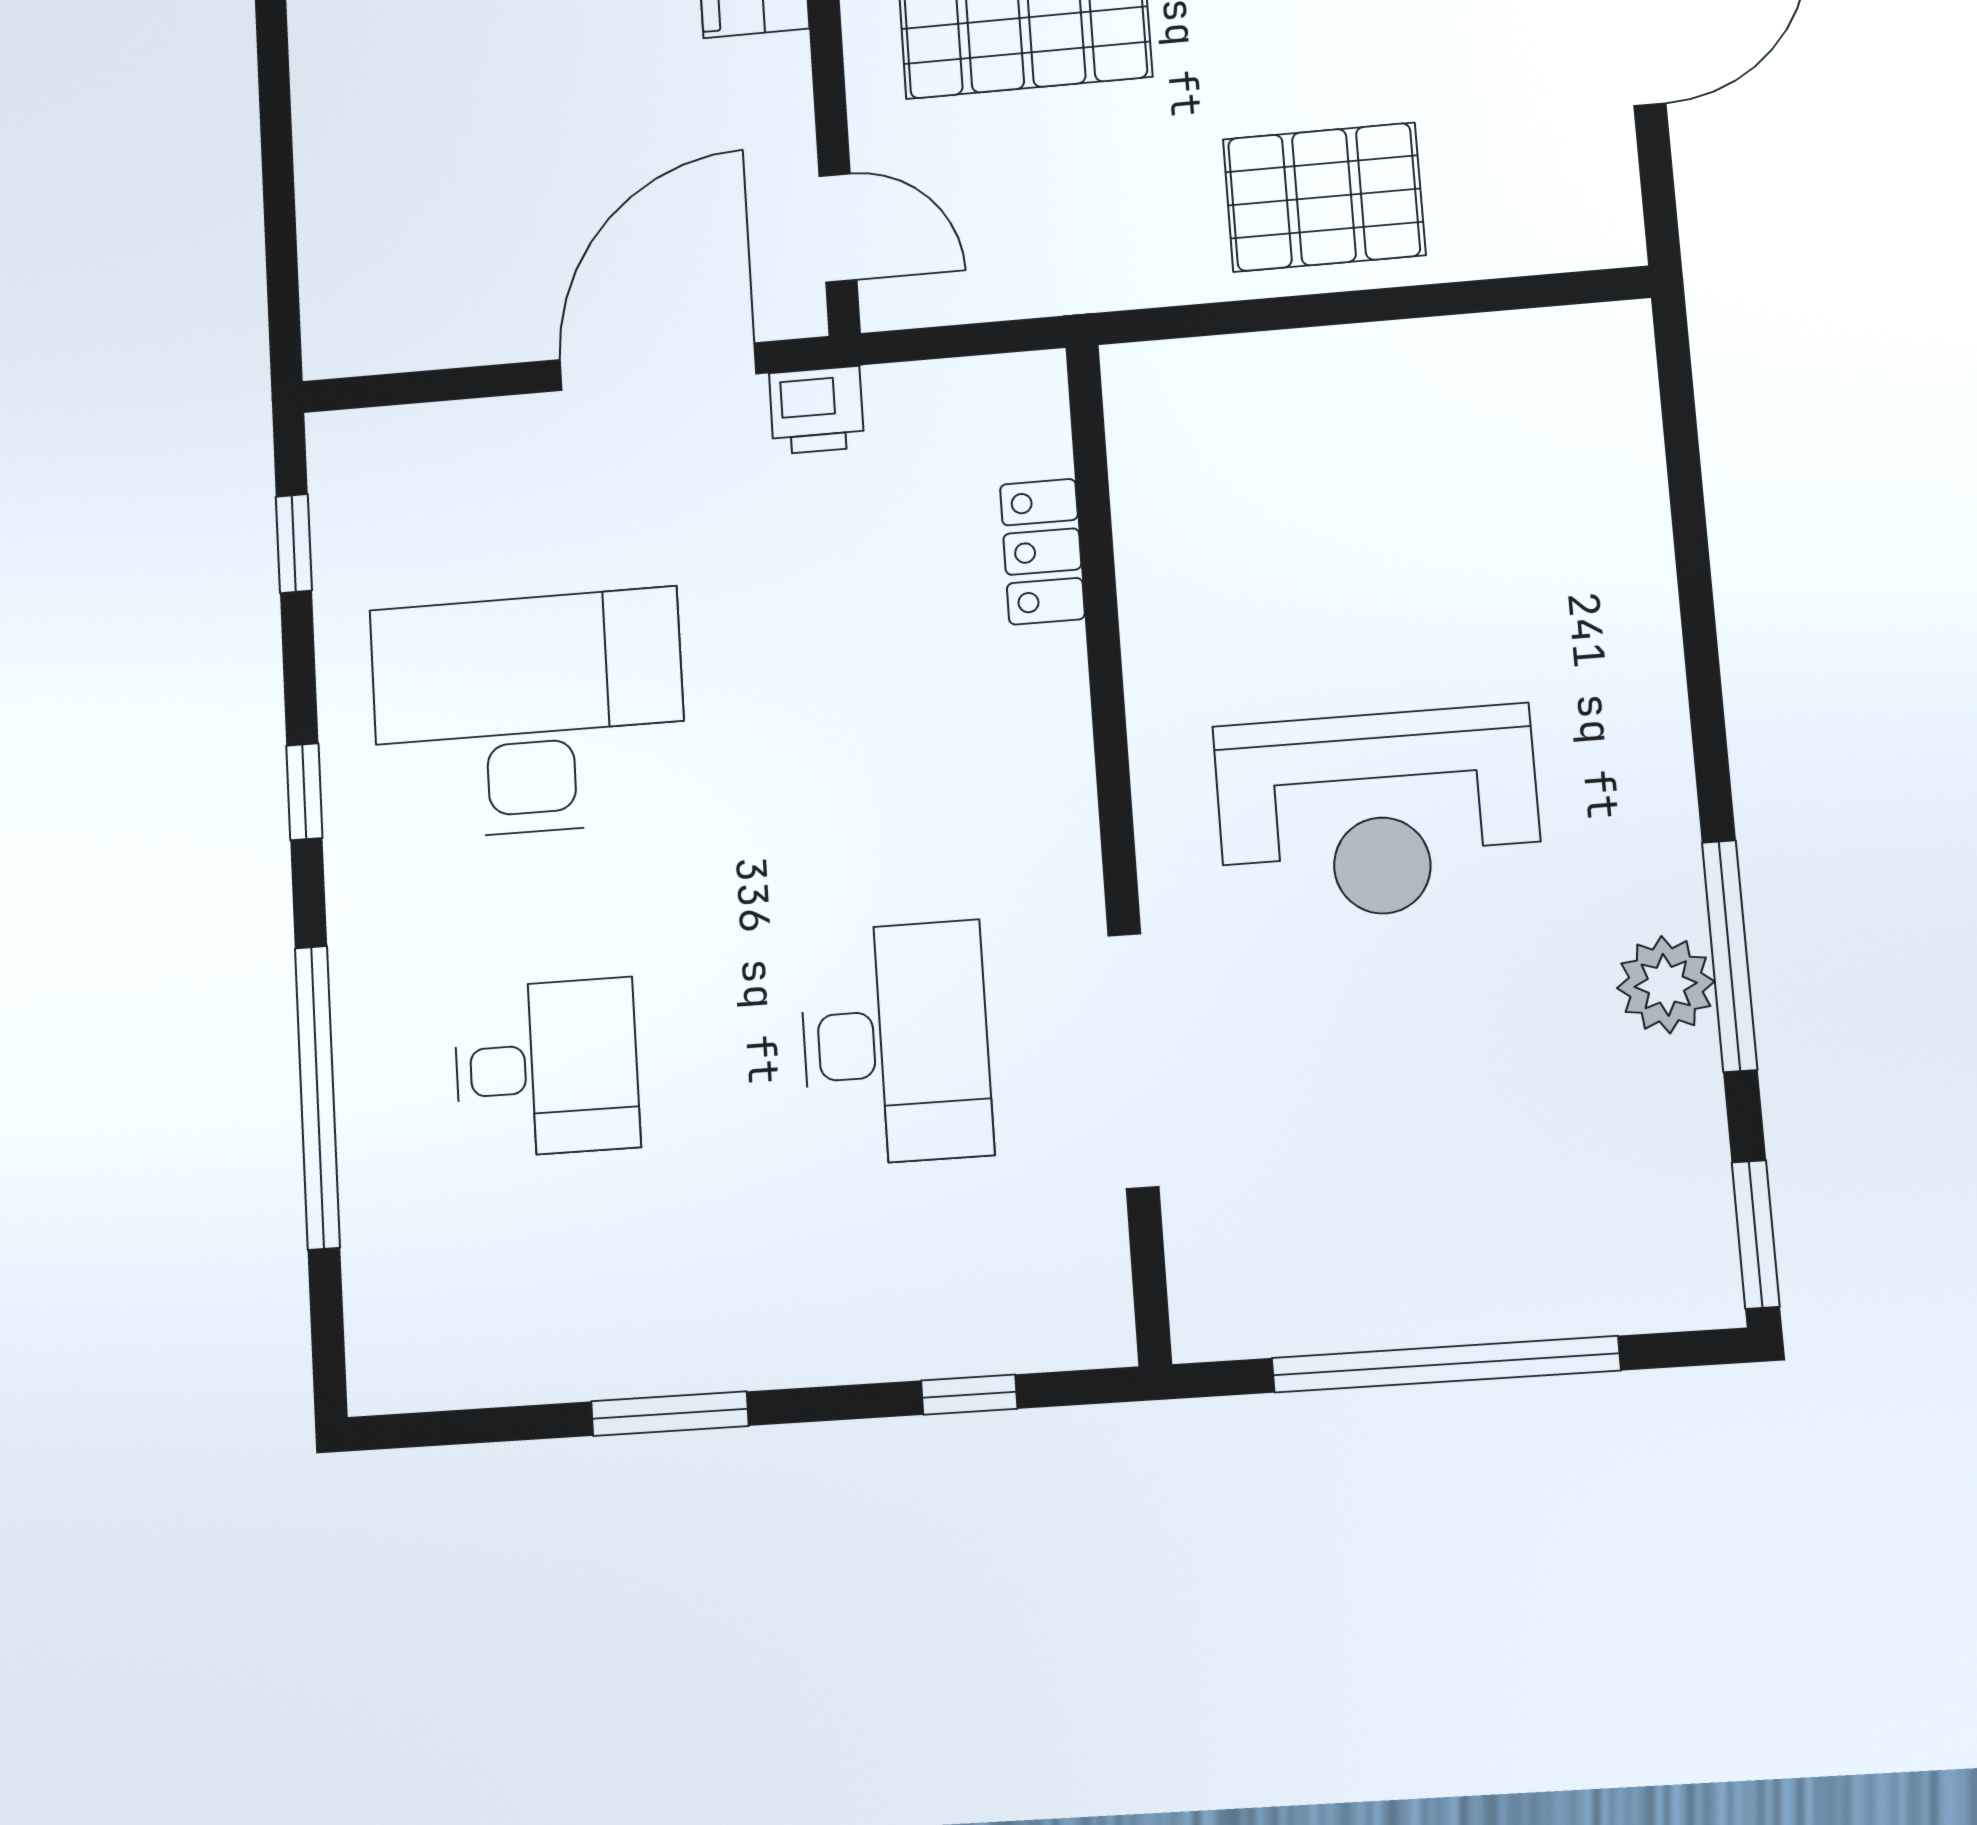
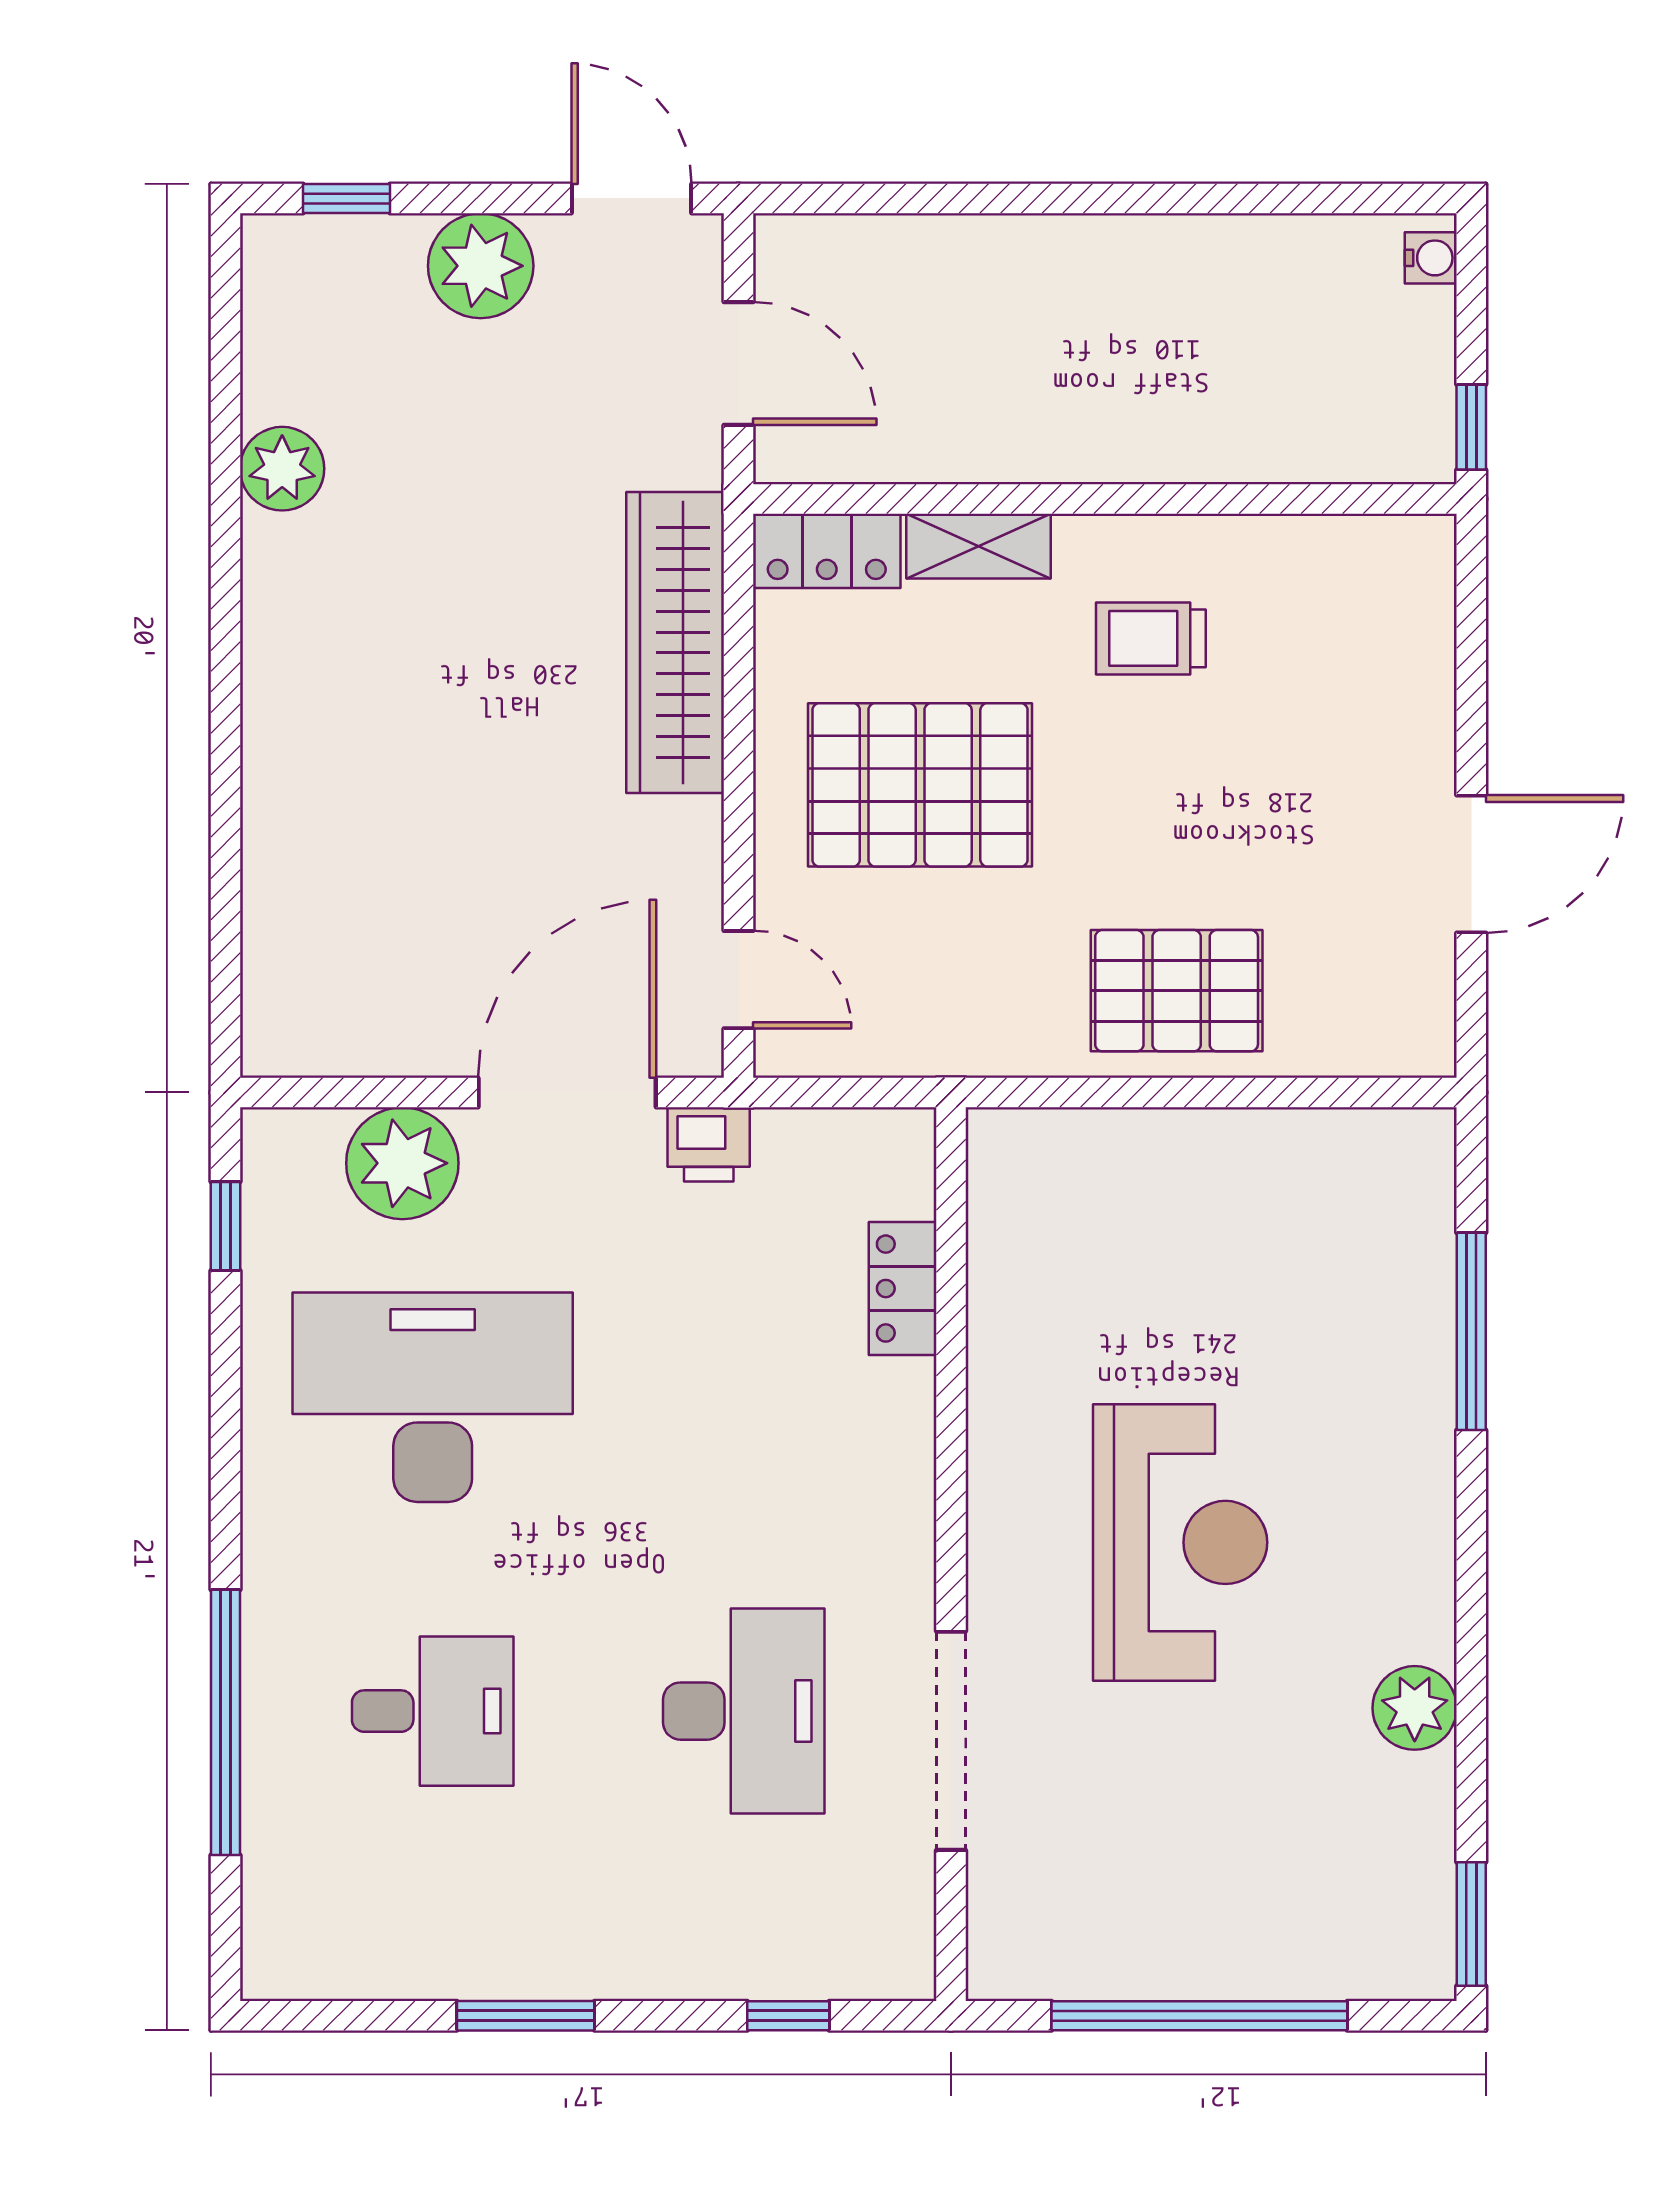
plant: (482, 459) -> (402, 1163), added
window: (304, 792) -> (225, 1451), removed
reception desk: (1378, 814) -> (1180, 1542), turned -90
window: (1730, 956) -> (1471, 1331), moved

